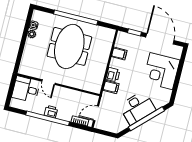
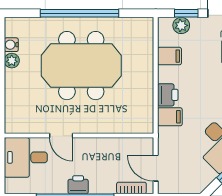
plant: (130, 38) -> (181, 25), added
meeting table: (69, 46) -> (81, 66), turned 90
door: (96, 113) -> (156, 168), hinge flipped

